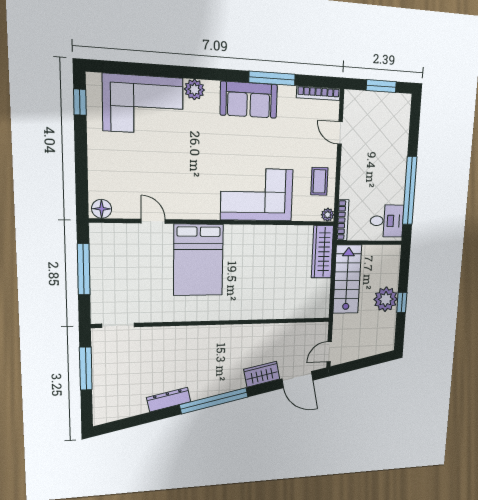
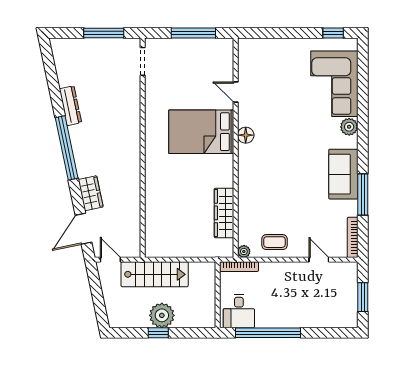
door: (340, 133) -> (319, 260), hinge flipped
corner sofa: (257, 195) -> (261, 184), removed
floor lamp: (102, 209) -> (246, 135), moved
door: (153, 221) -> (236, 92), swing flipped
wardrobe: (322, 252) -> (224, 213), moved, turned -90
stairs: (347, 279) -> (155, 274), moved

